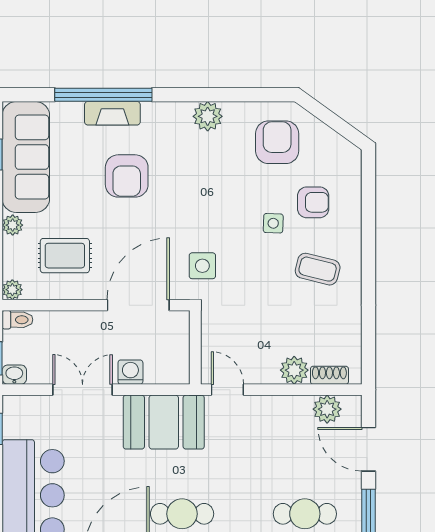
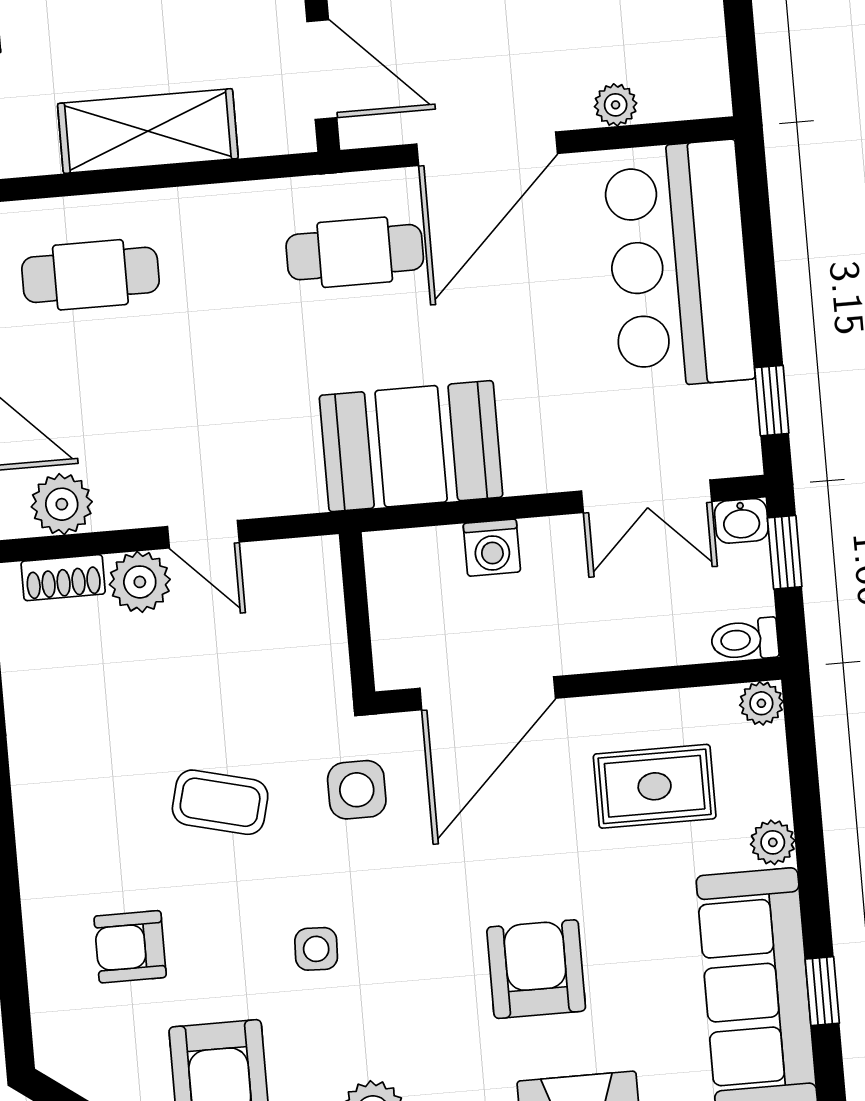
side table: (273, 223) -> (316, 949), moved
coffee table: (318, 269) -> (220, 802), moved
double door: (83, 390) -> (647, 496), moved
door: (227, 390) -> (203, 534), moved

